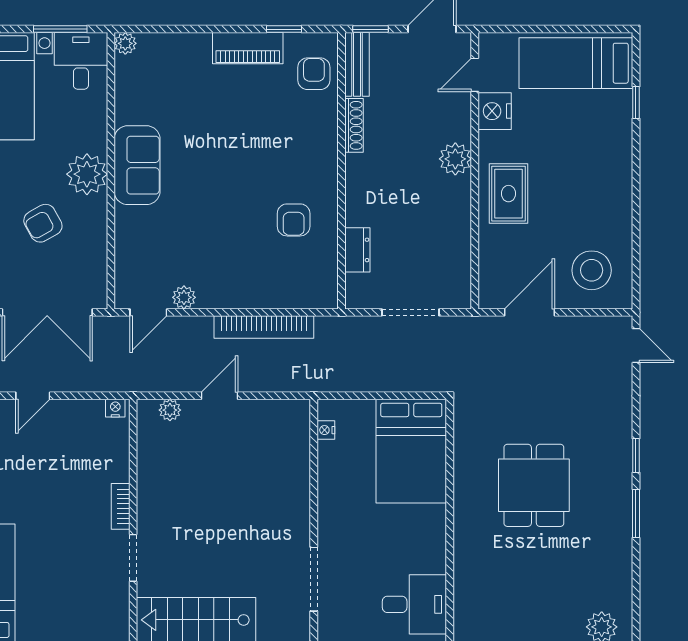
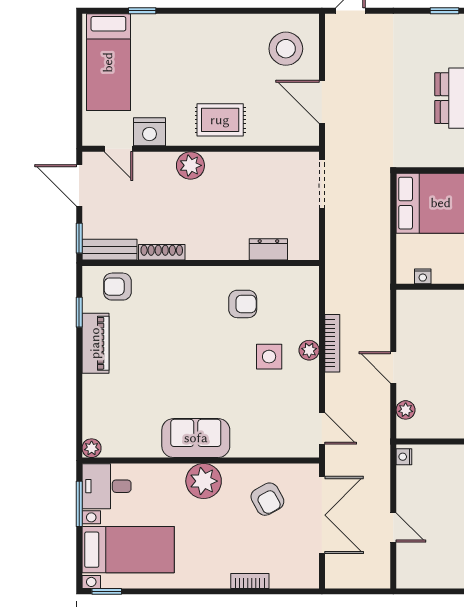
armchair: (43, 223) -> (267, 499), moved
side table: (232, 251) -> (269, 357), added
plant: (184, 297) -> (309, 350), moved
doorway: (410, 312) -> (322, 184), moved
bookcase: (264, 327) -> (332, 343), width x0.68, depth x0.76

